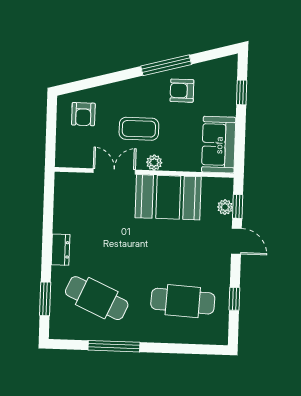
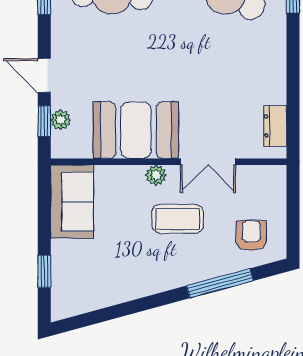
window: (166, 65) -> (220, 283), moved
armchair: (182, 91) -> (123, 271), removed
dresser: (61, 250) -> (275, 126), moved

